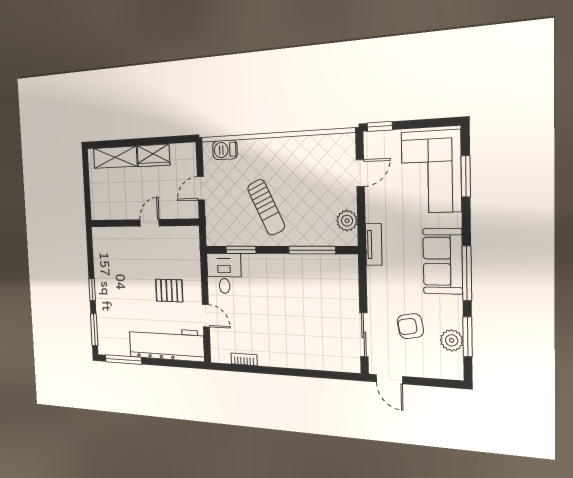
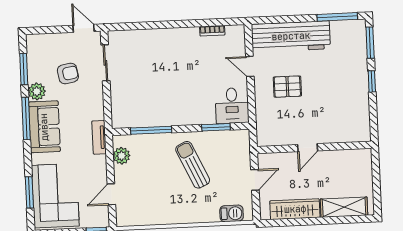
wardrobe: (153, 155) -> (295, 209), width x1.50
plant: (452, 340) -> (37, 91), moved

